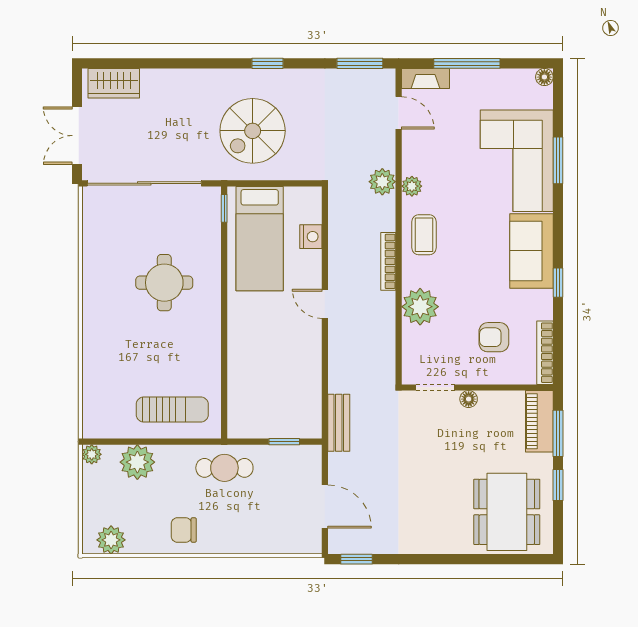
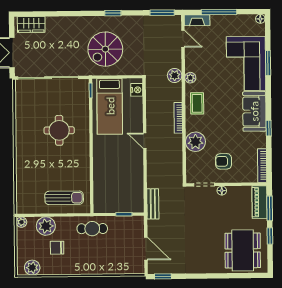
nightstand: (311, 237) -> (137, 90), moved
armchair: (494, 337) -> (224, 161), moved
chair: (184, 530) -> (57, 248), moved

